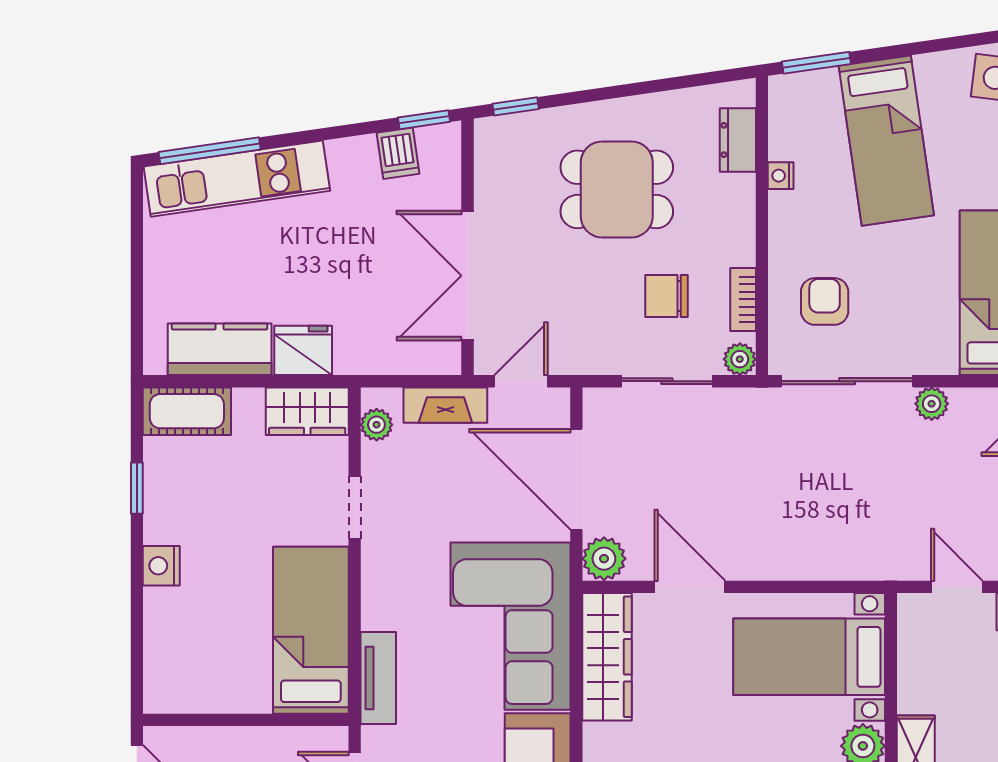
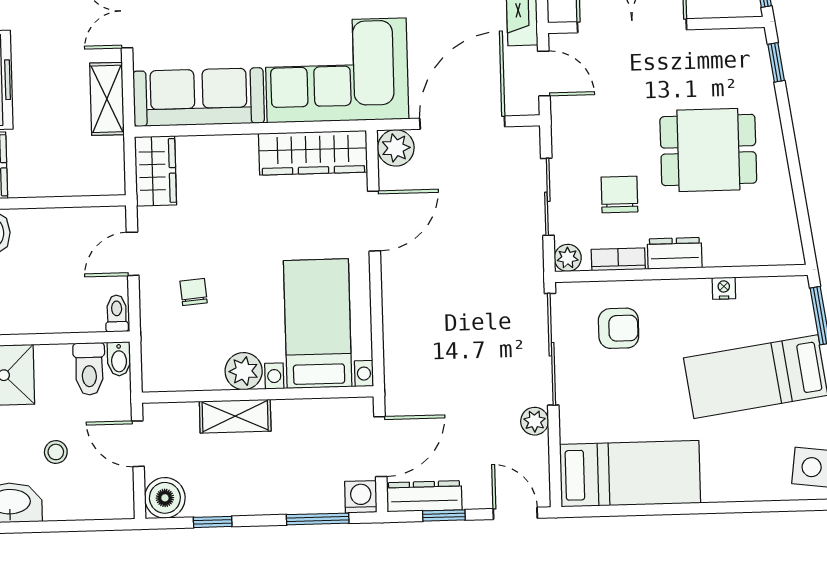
dresser: (738, 140) -> (675, 253), moved
dining table: (617, 189) -> (708, 150), turned 90
door: (957, 587) -> (380, 447), width x1.38

